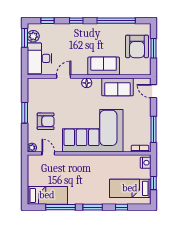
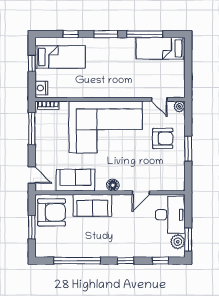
armchair: (137, 46) -> (52, 212), moved, turned 90
armchair: (46, 121) -> (163, 138), turned 180

